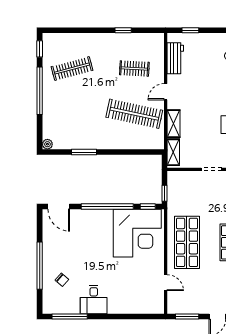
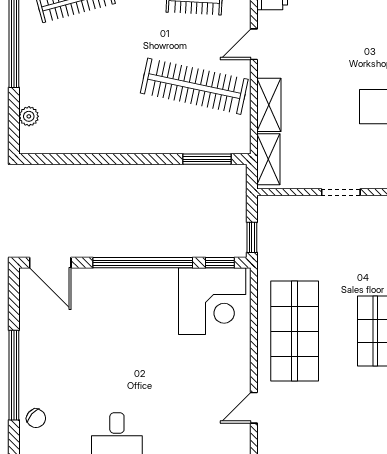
plant: (47, 144) -> (29, 116), moved
window: (84, 152) -> (207, 159), moved
corner desk: (137, 233) -> (212, 301), width x0.74, depth x0.74
chair: (62, 280) -> (36, 418), moved
door: (166, 283) -> (254, 408), swing flipped

